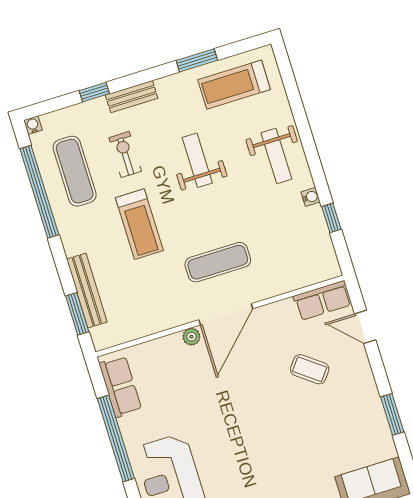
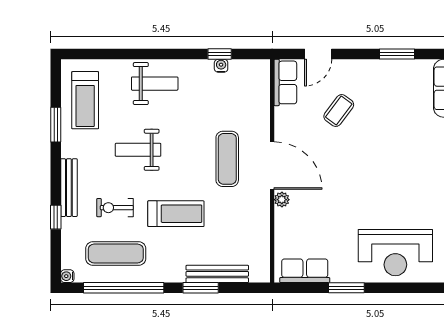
bench: (132, 97) -> (69, 188), width x1.36
water cooler: (311, 197) -> (221, 66), moved
window: (77, 314) -> (201, 288), moved
window: (116, 438) -> (346, 288), width x0.47

